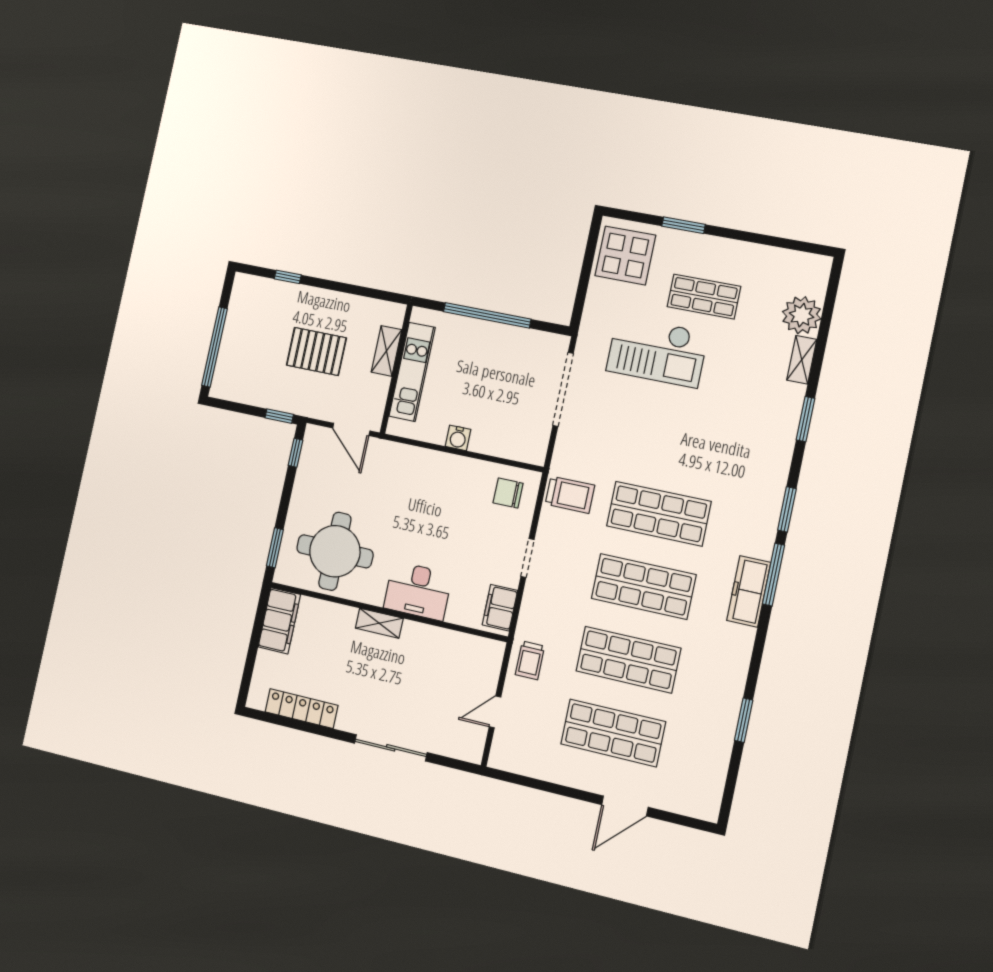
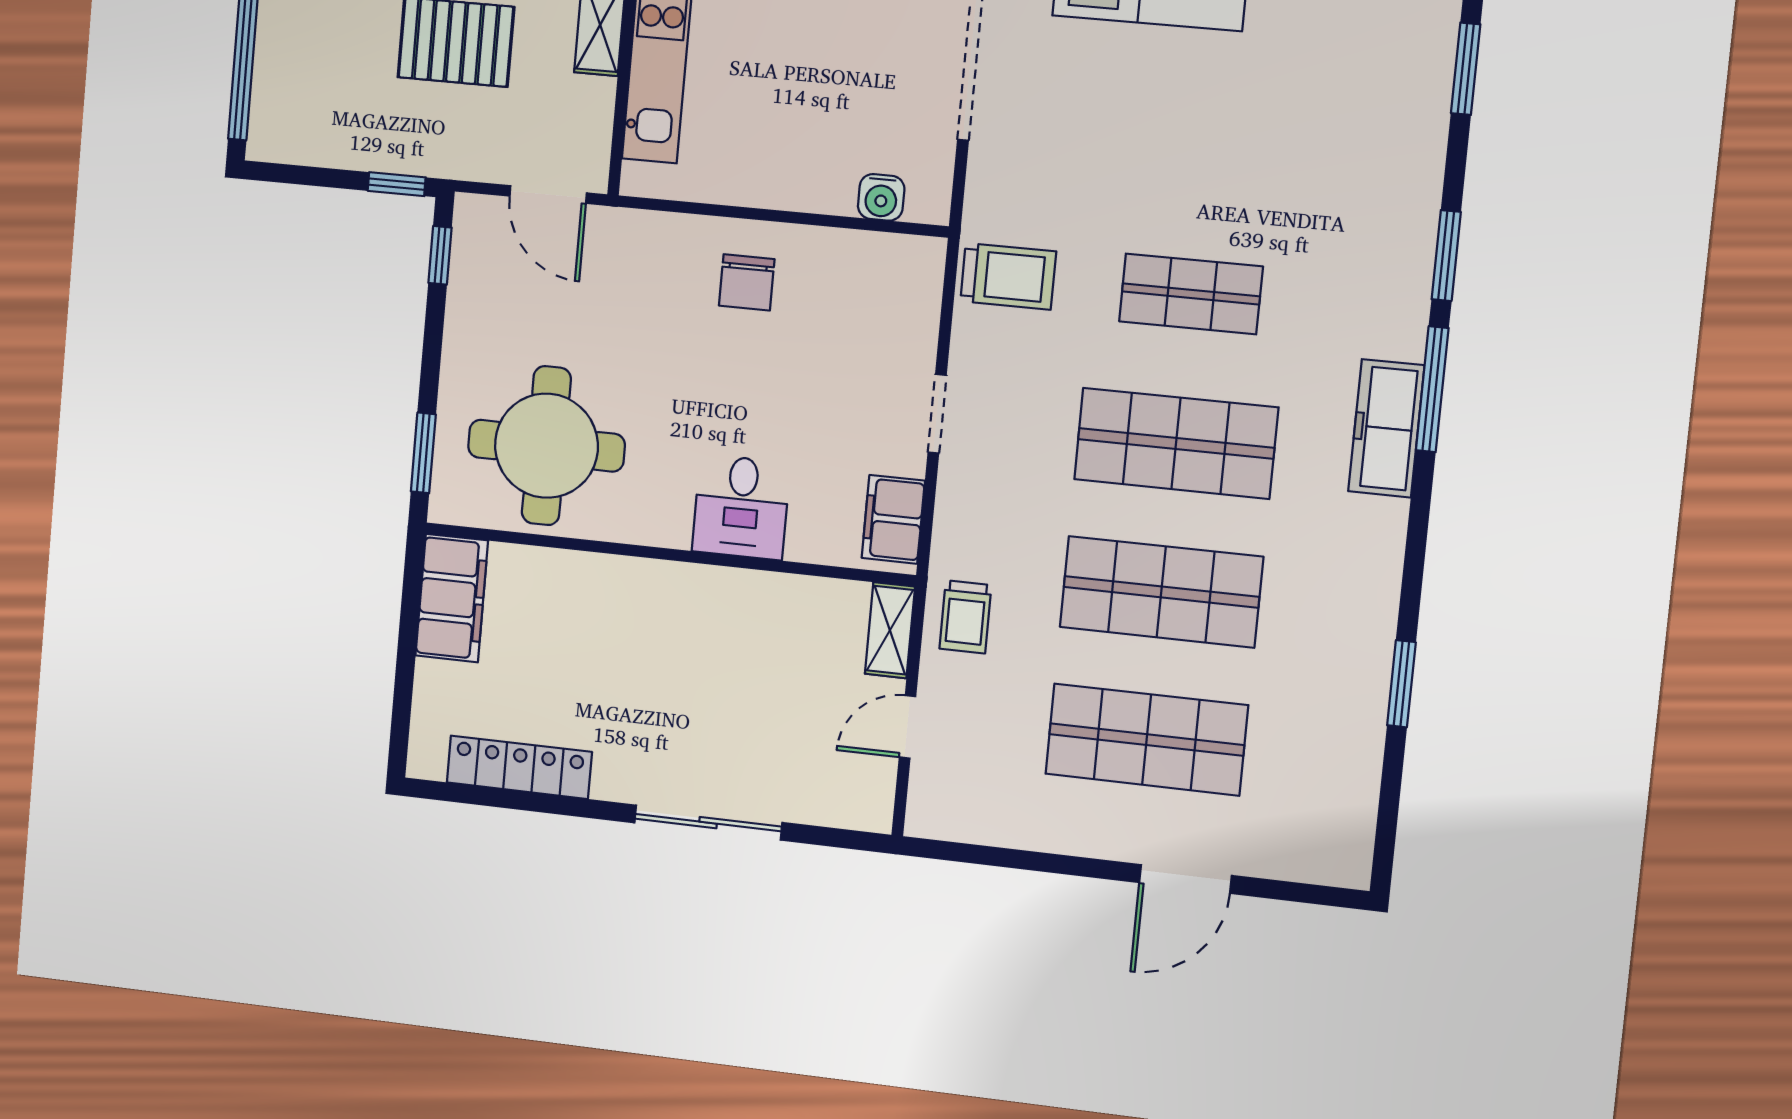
water cooler: (458, 438) -> (881, 197), moved
chair: (508, 493) -> (747, 282), moved, turned -90
shop shelf: (659, 514) -> (1191, 294), width x0.70, depth x0.74
desk: (418, 591) -> (741, 507), width x0.73
shelving: (379, 623) -> (890, 630), moved, turned 90

